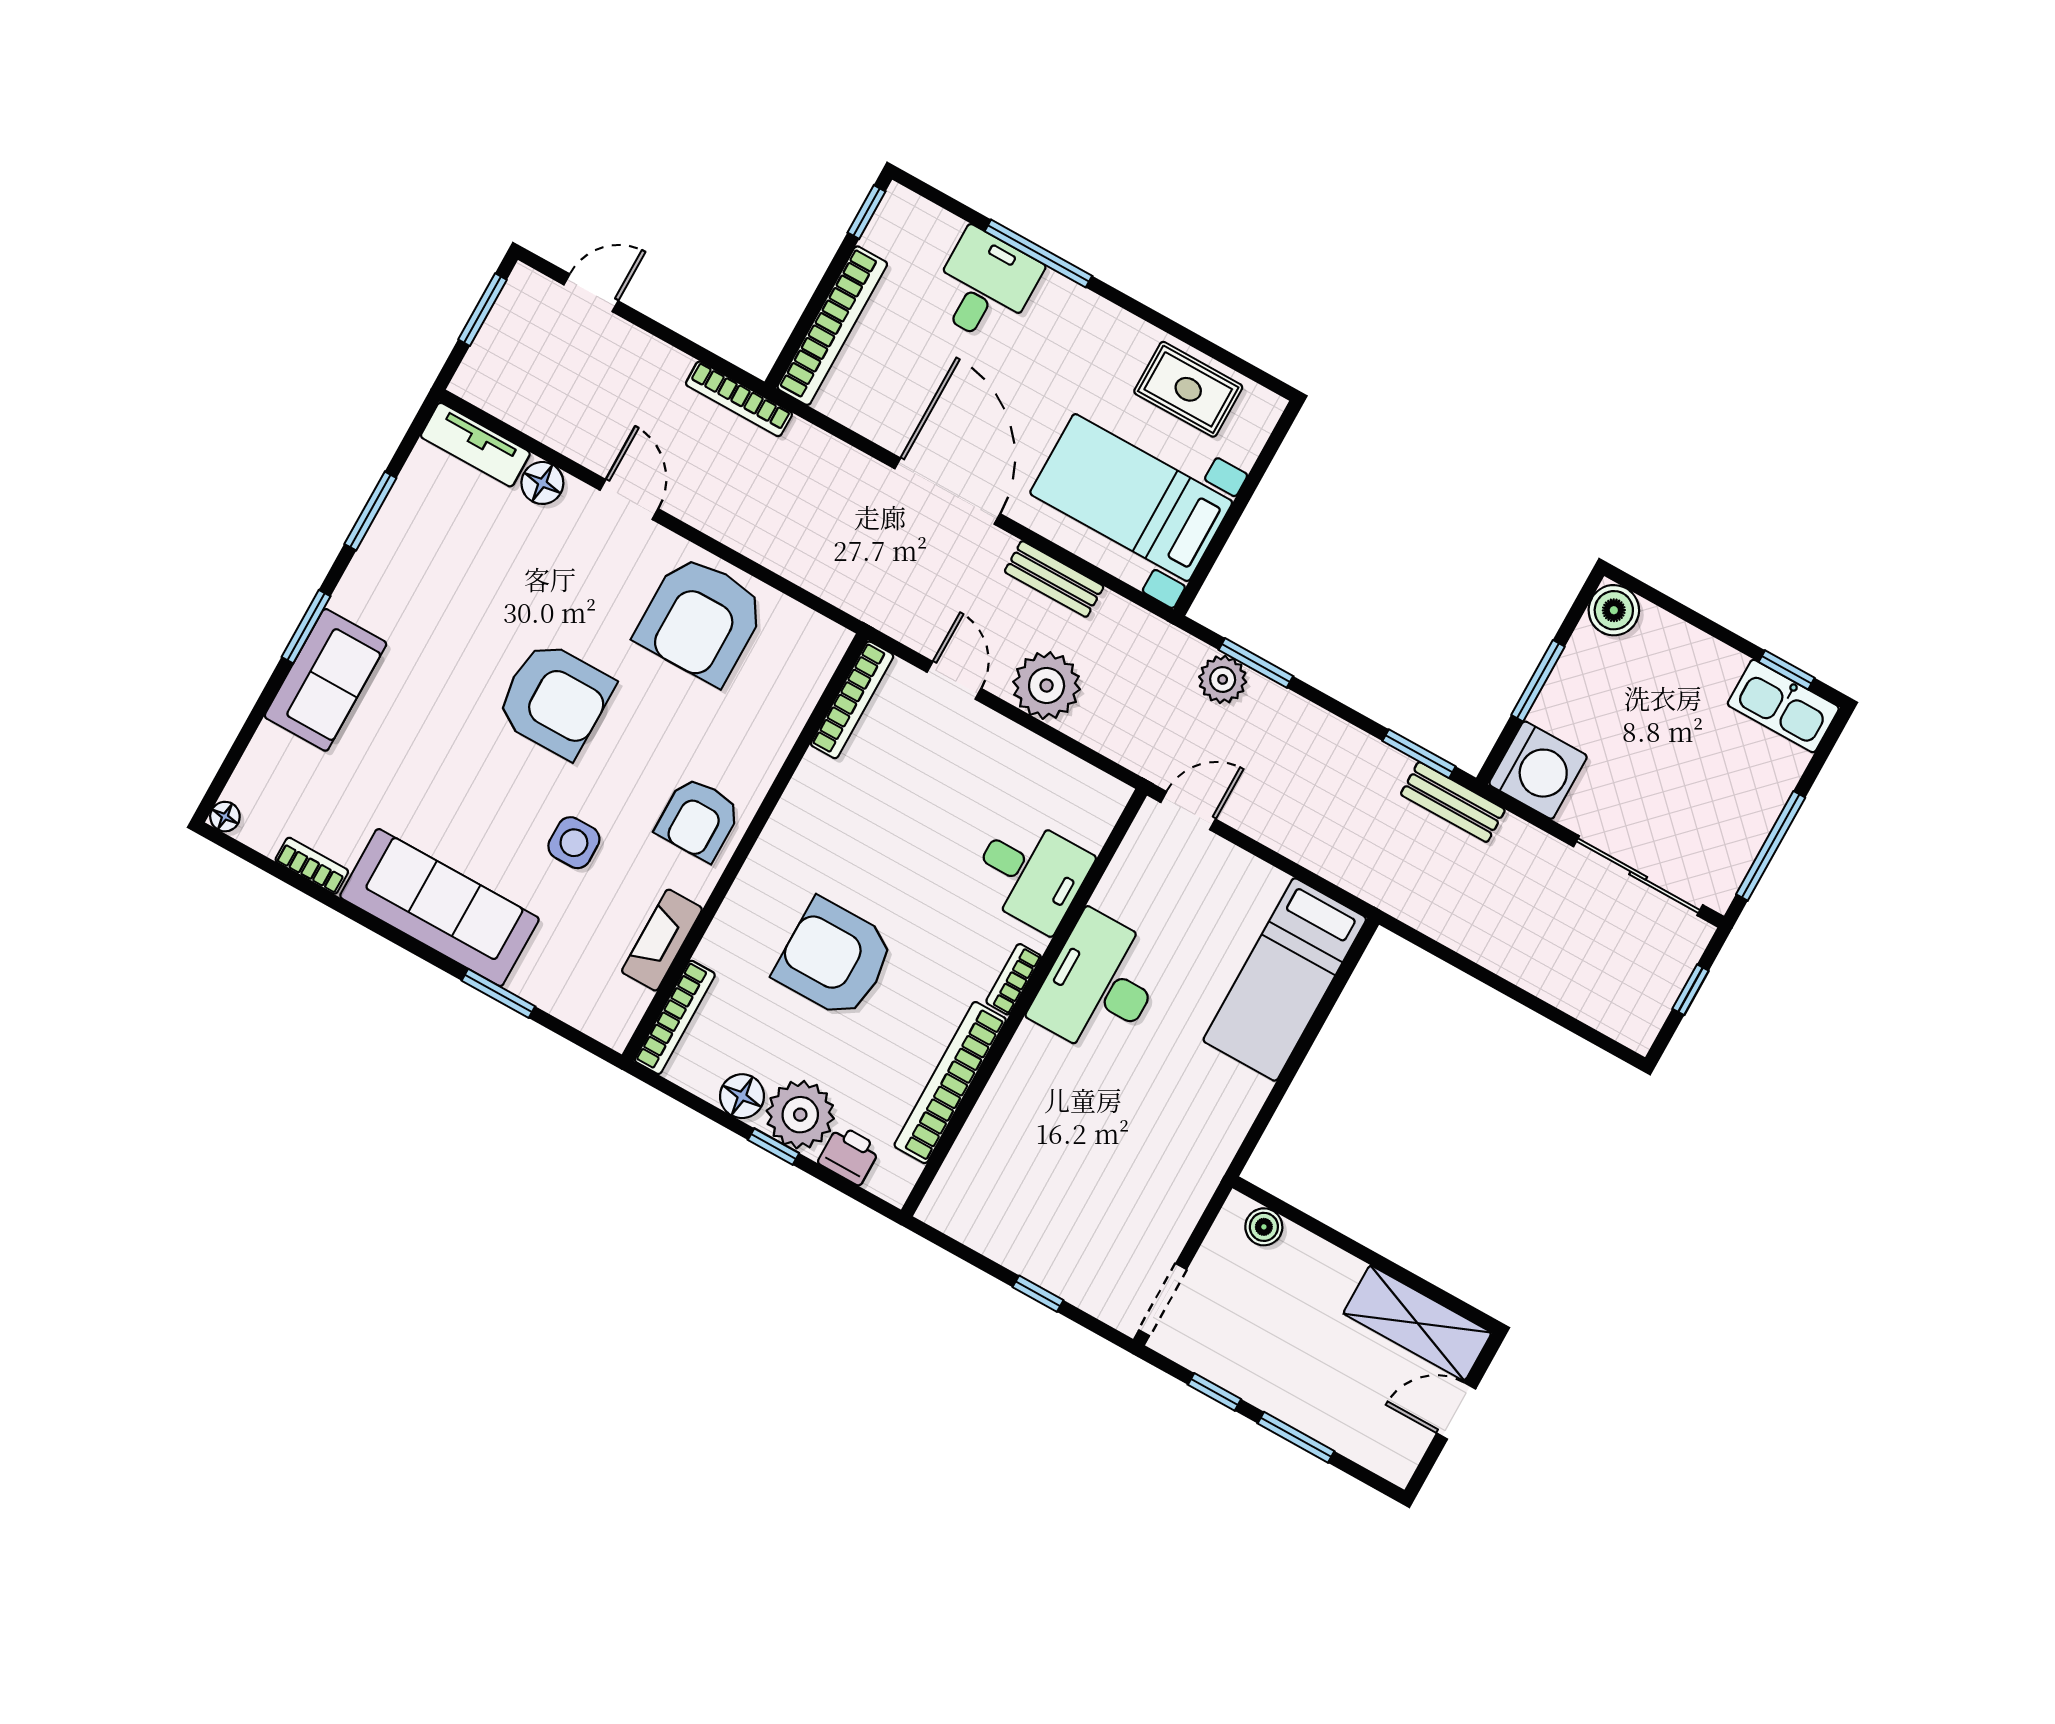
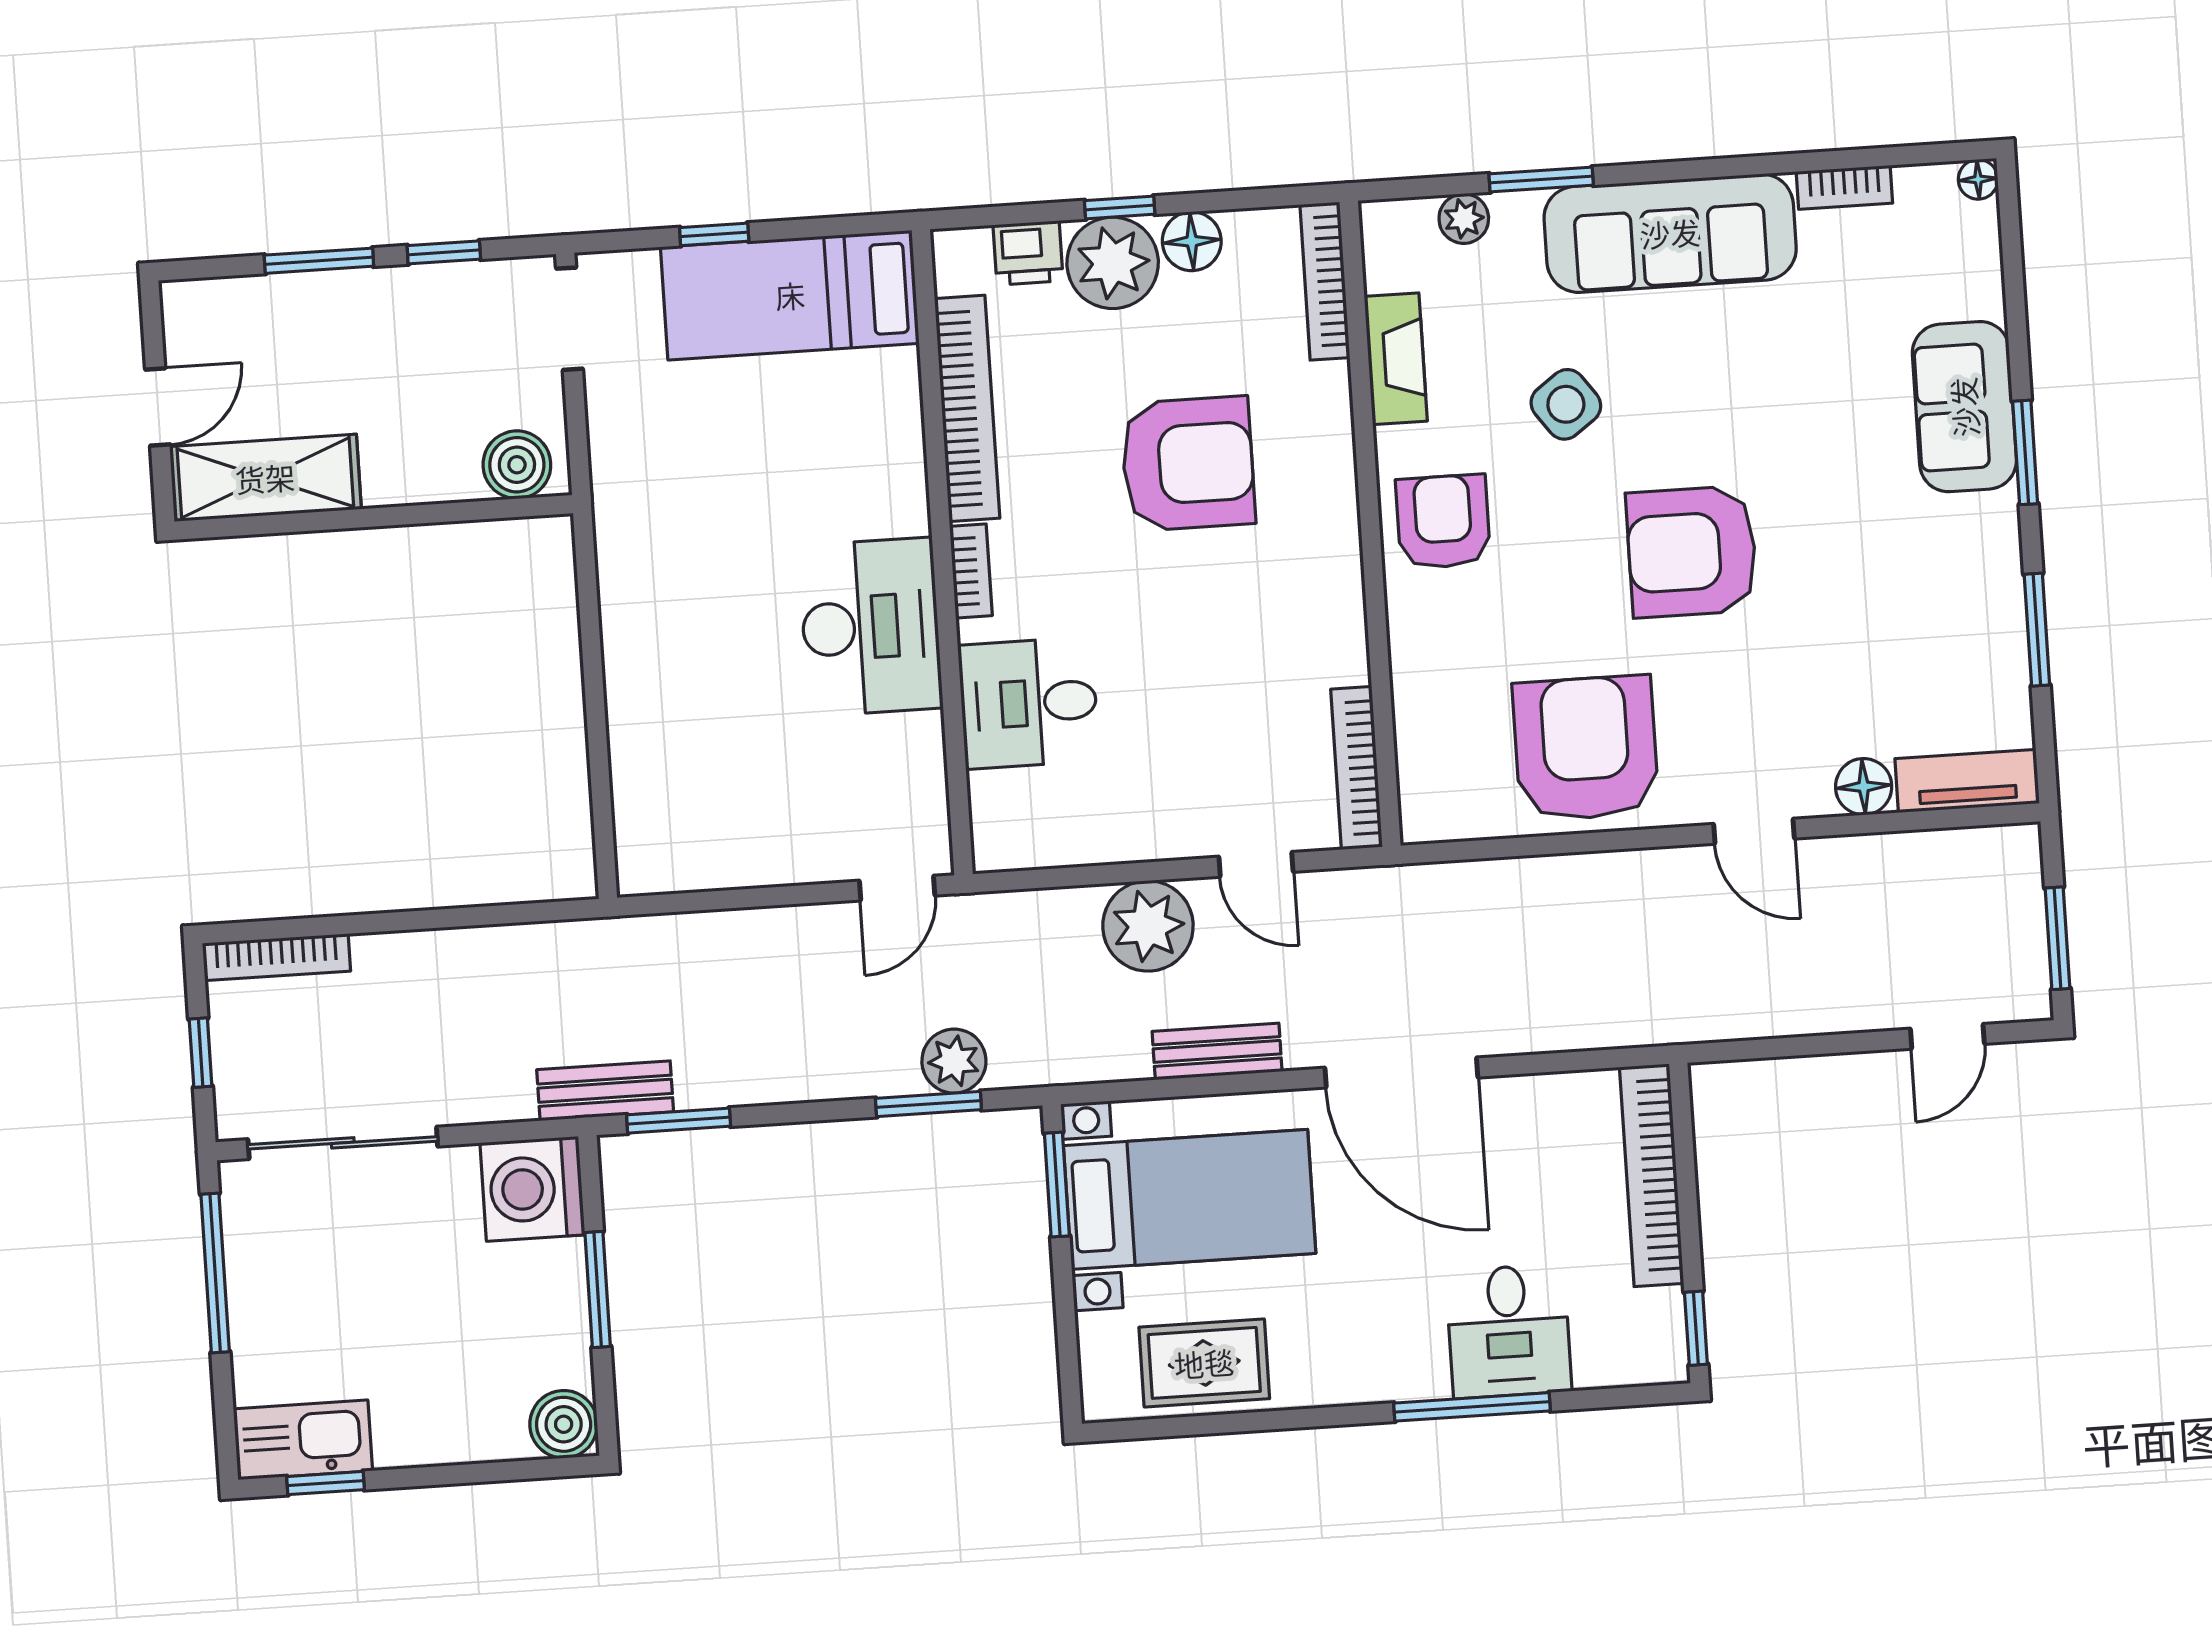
bookcase: (739, 399) -> (276, 957), moved, turned 180
window: (1208, 561) -> (1057, 1185), added
side table: (574, 843) -> (1566, 404), turned -36
bed: (1285, 980) -> (790, 295), moved, turned -90
plant: (563, 1000) -> (1464, 219), added
boiler: (1264, 1227) -> (517, 465), width x1.36, depth x1.36

